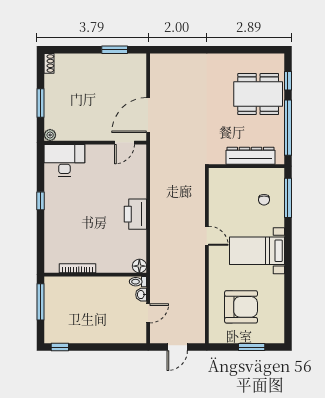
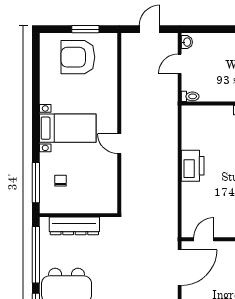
floor lamp: (139, 266) -> (189, 112), removed
washbasin: (141, 295) -> (187, 42), moved
armchair: (241, 307) -> (78, 57), moved
window: (252, 347) -> (85, 29), moved

